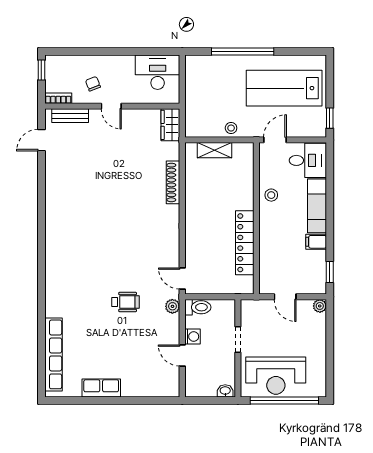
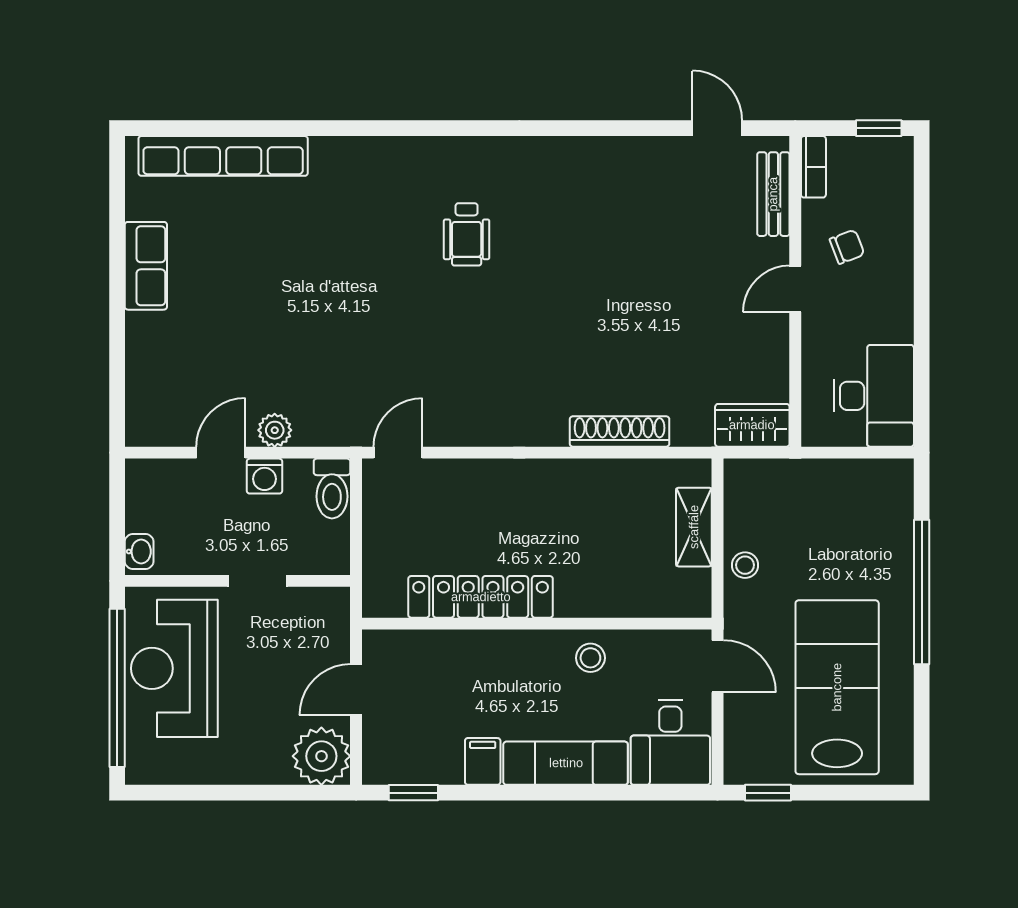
wheelchair: (125, 302) -> (467, 234), moved
plant: (172, 306) -> (275, 430), moved
plant: (320, 306) -> (321, 756), width x1.88, depth x1.88

